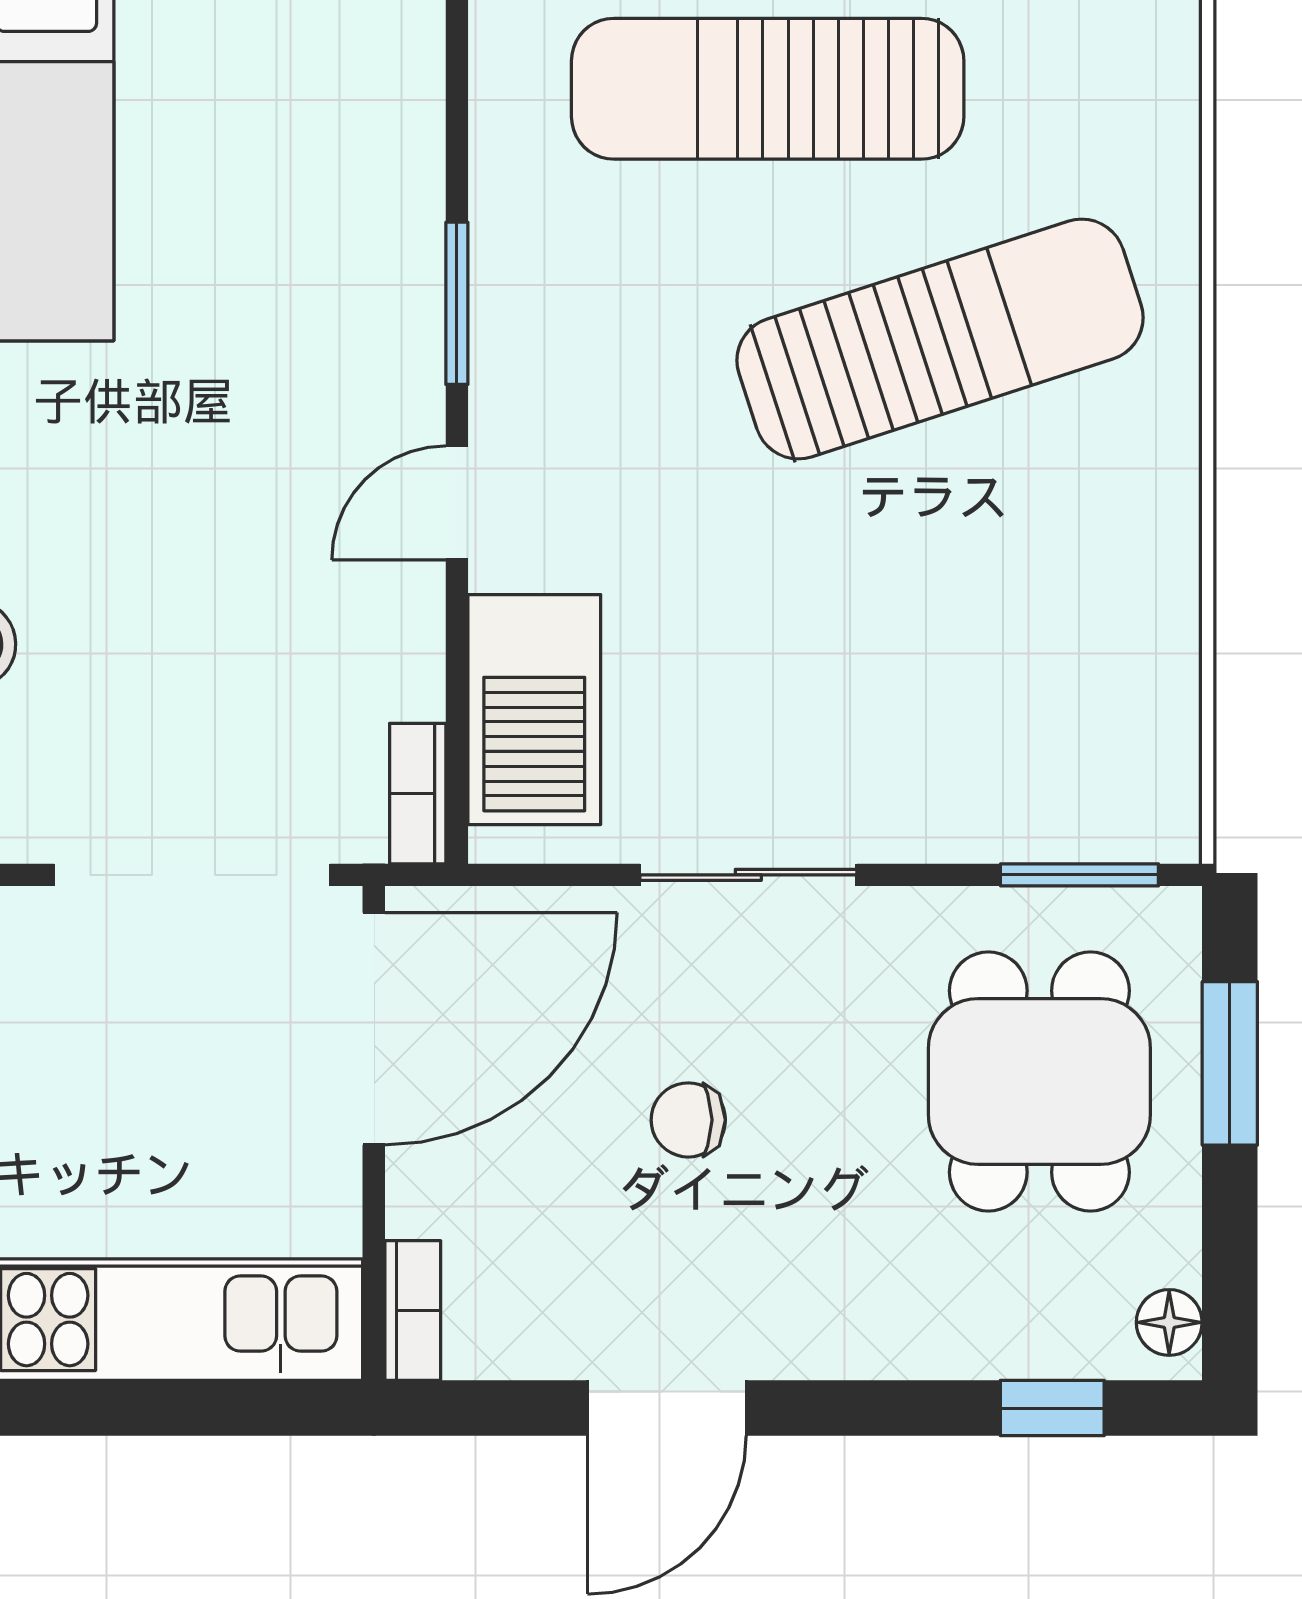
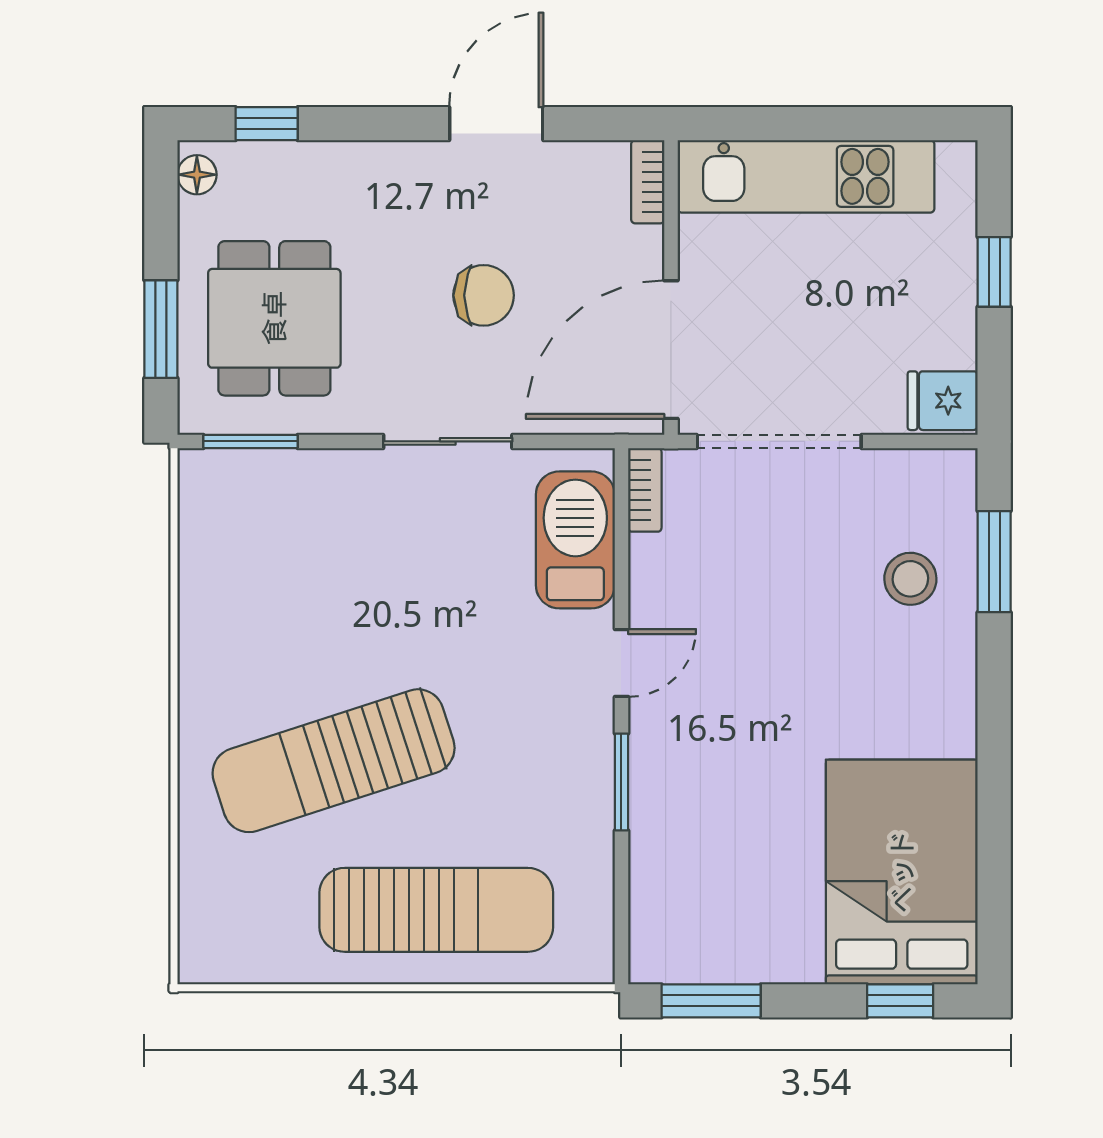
chair: (688, 1120) -> (484, 295), width x1.37, depth x1.37

